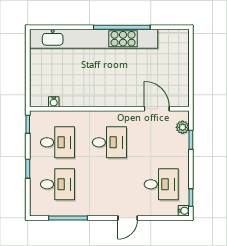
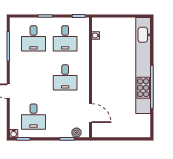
door: (157, 109) -> (90, 113), hinge flipped

